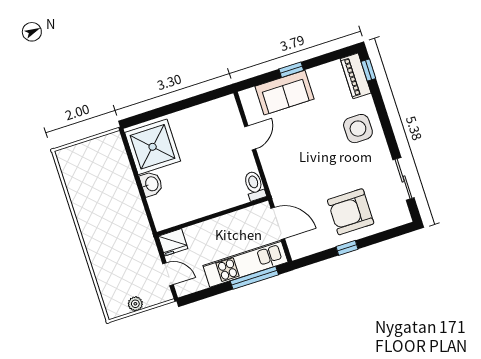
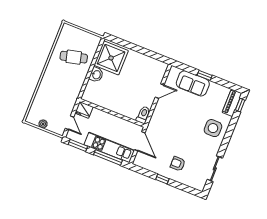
cafe table: (104, 185) -> (74, 57), added
armchair: (351, 212) -> (178, 164), width x0.53, depth x0.53
window: (203, 294) -> (78, 145), added

